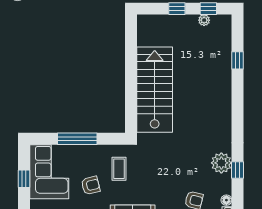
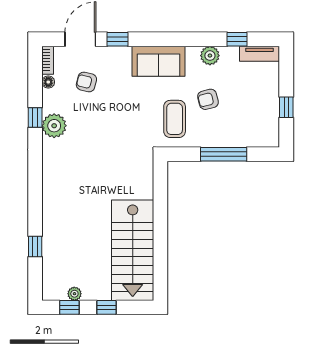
stairs: (155, 90) -> (133, 250), moved
coffee table: (119, 169) -> (175, 119), width x1.36, depth x1.30
corner sofa: (49, 172) -> (257, 115), removed

